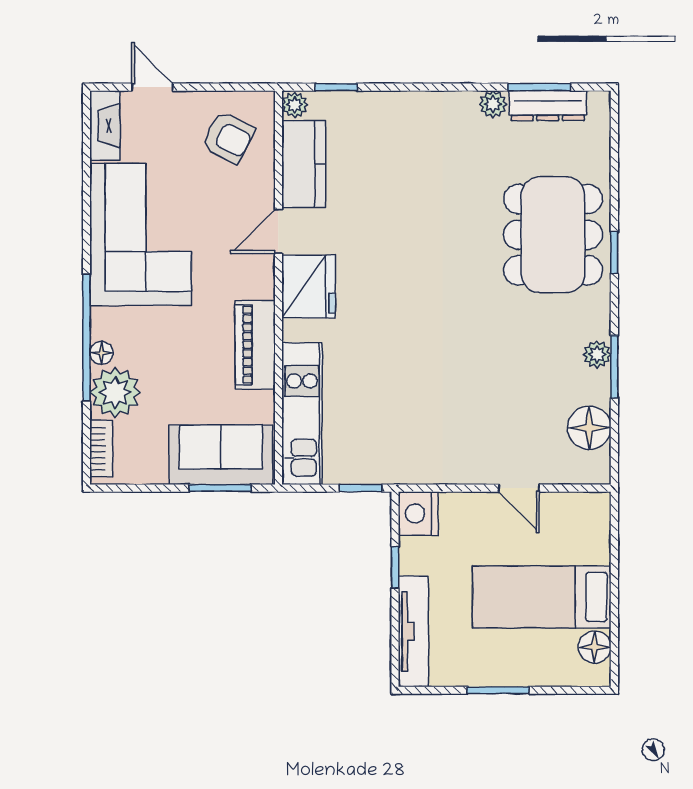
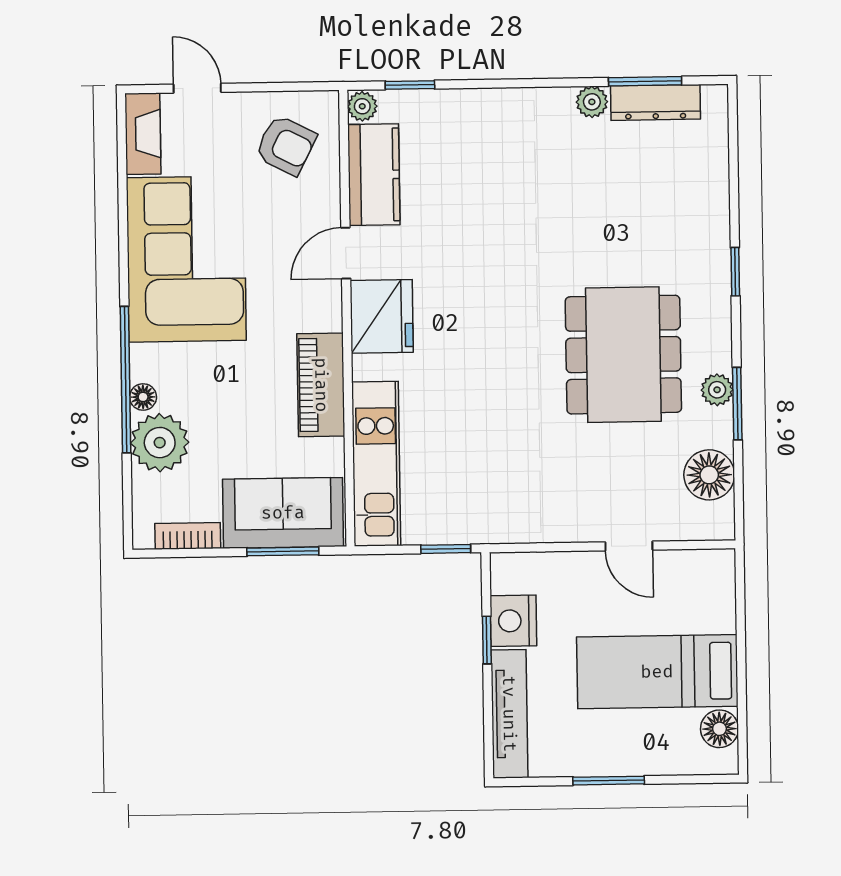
dining table: (553, 235) -> (623, 355), moved
bookcase: (101, 449) -> (188, 536), moved, turned -90
nightstand: (418, 514) -> (513, 621), moved

